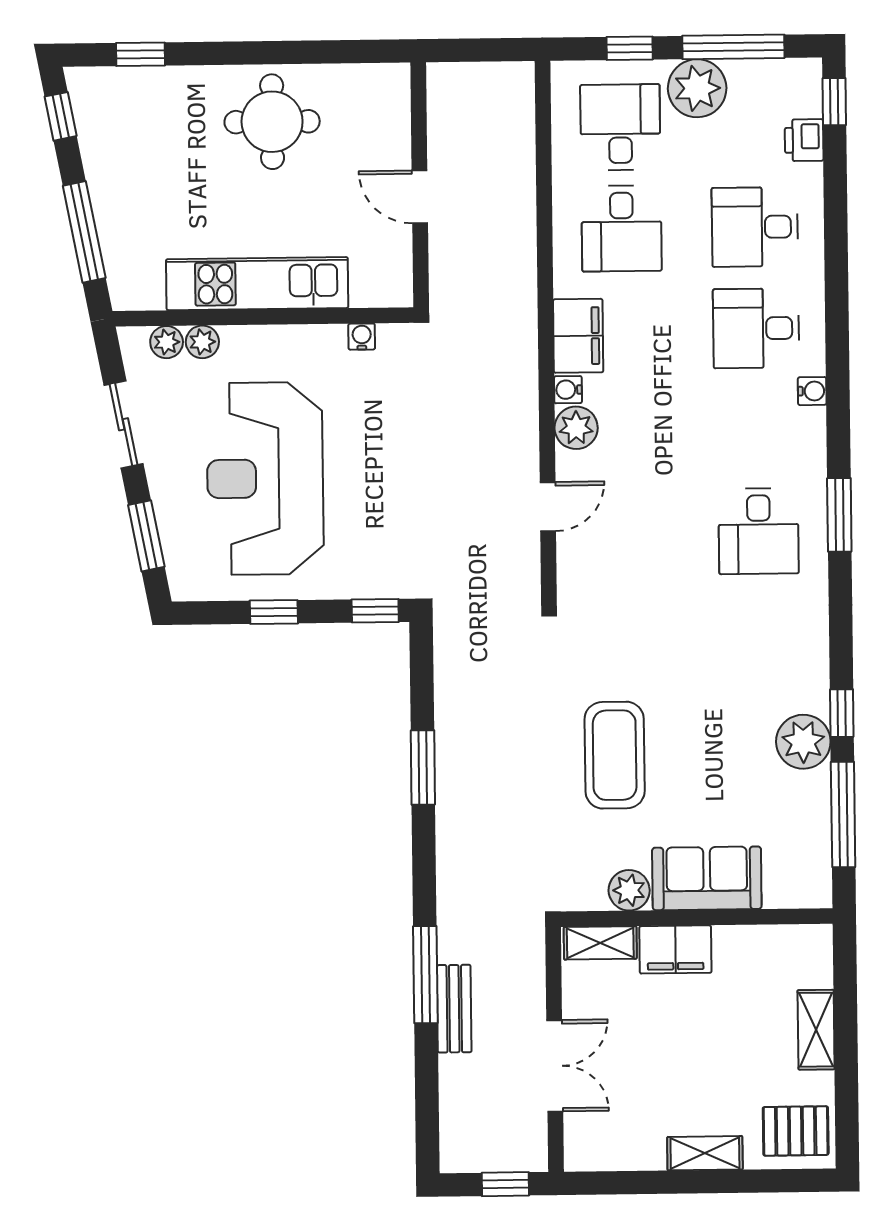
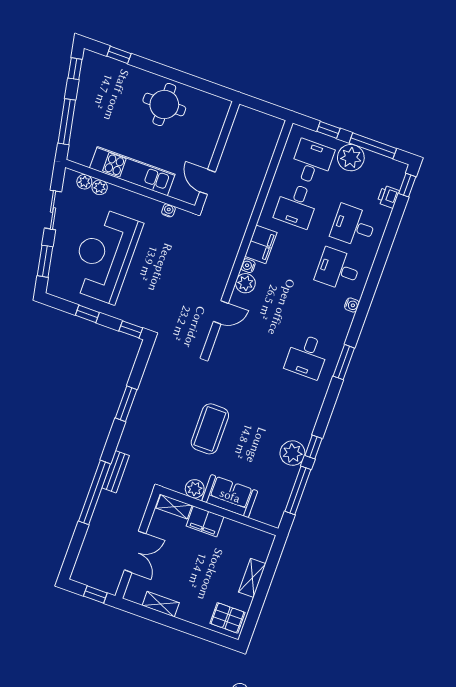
door: (420, 197) -> (207, 182), moved
window: (425, 975) -> (94, 492), width x1.46
bench: (454, 1009) -> (116, 472), moved
shelving: (705, 1153) -> (161, 604), moved

